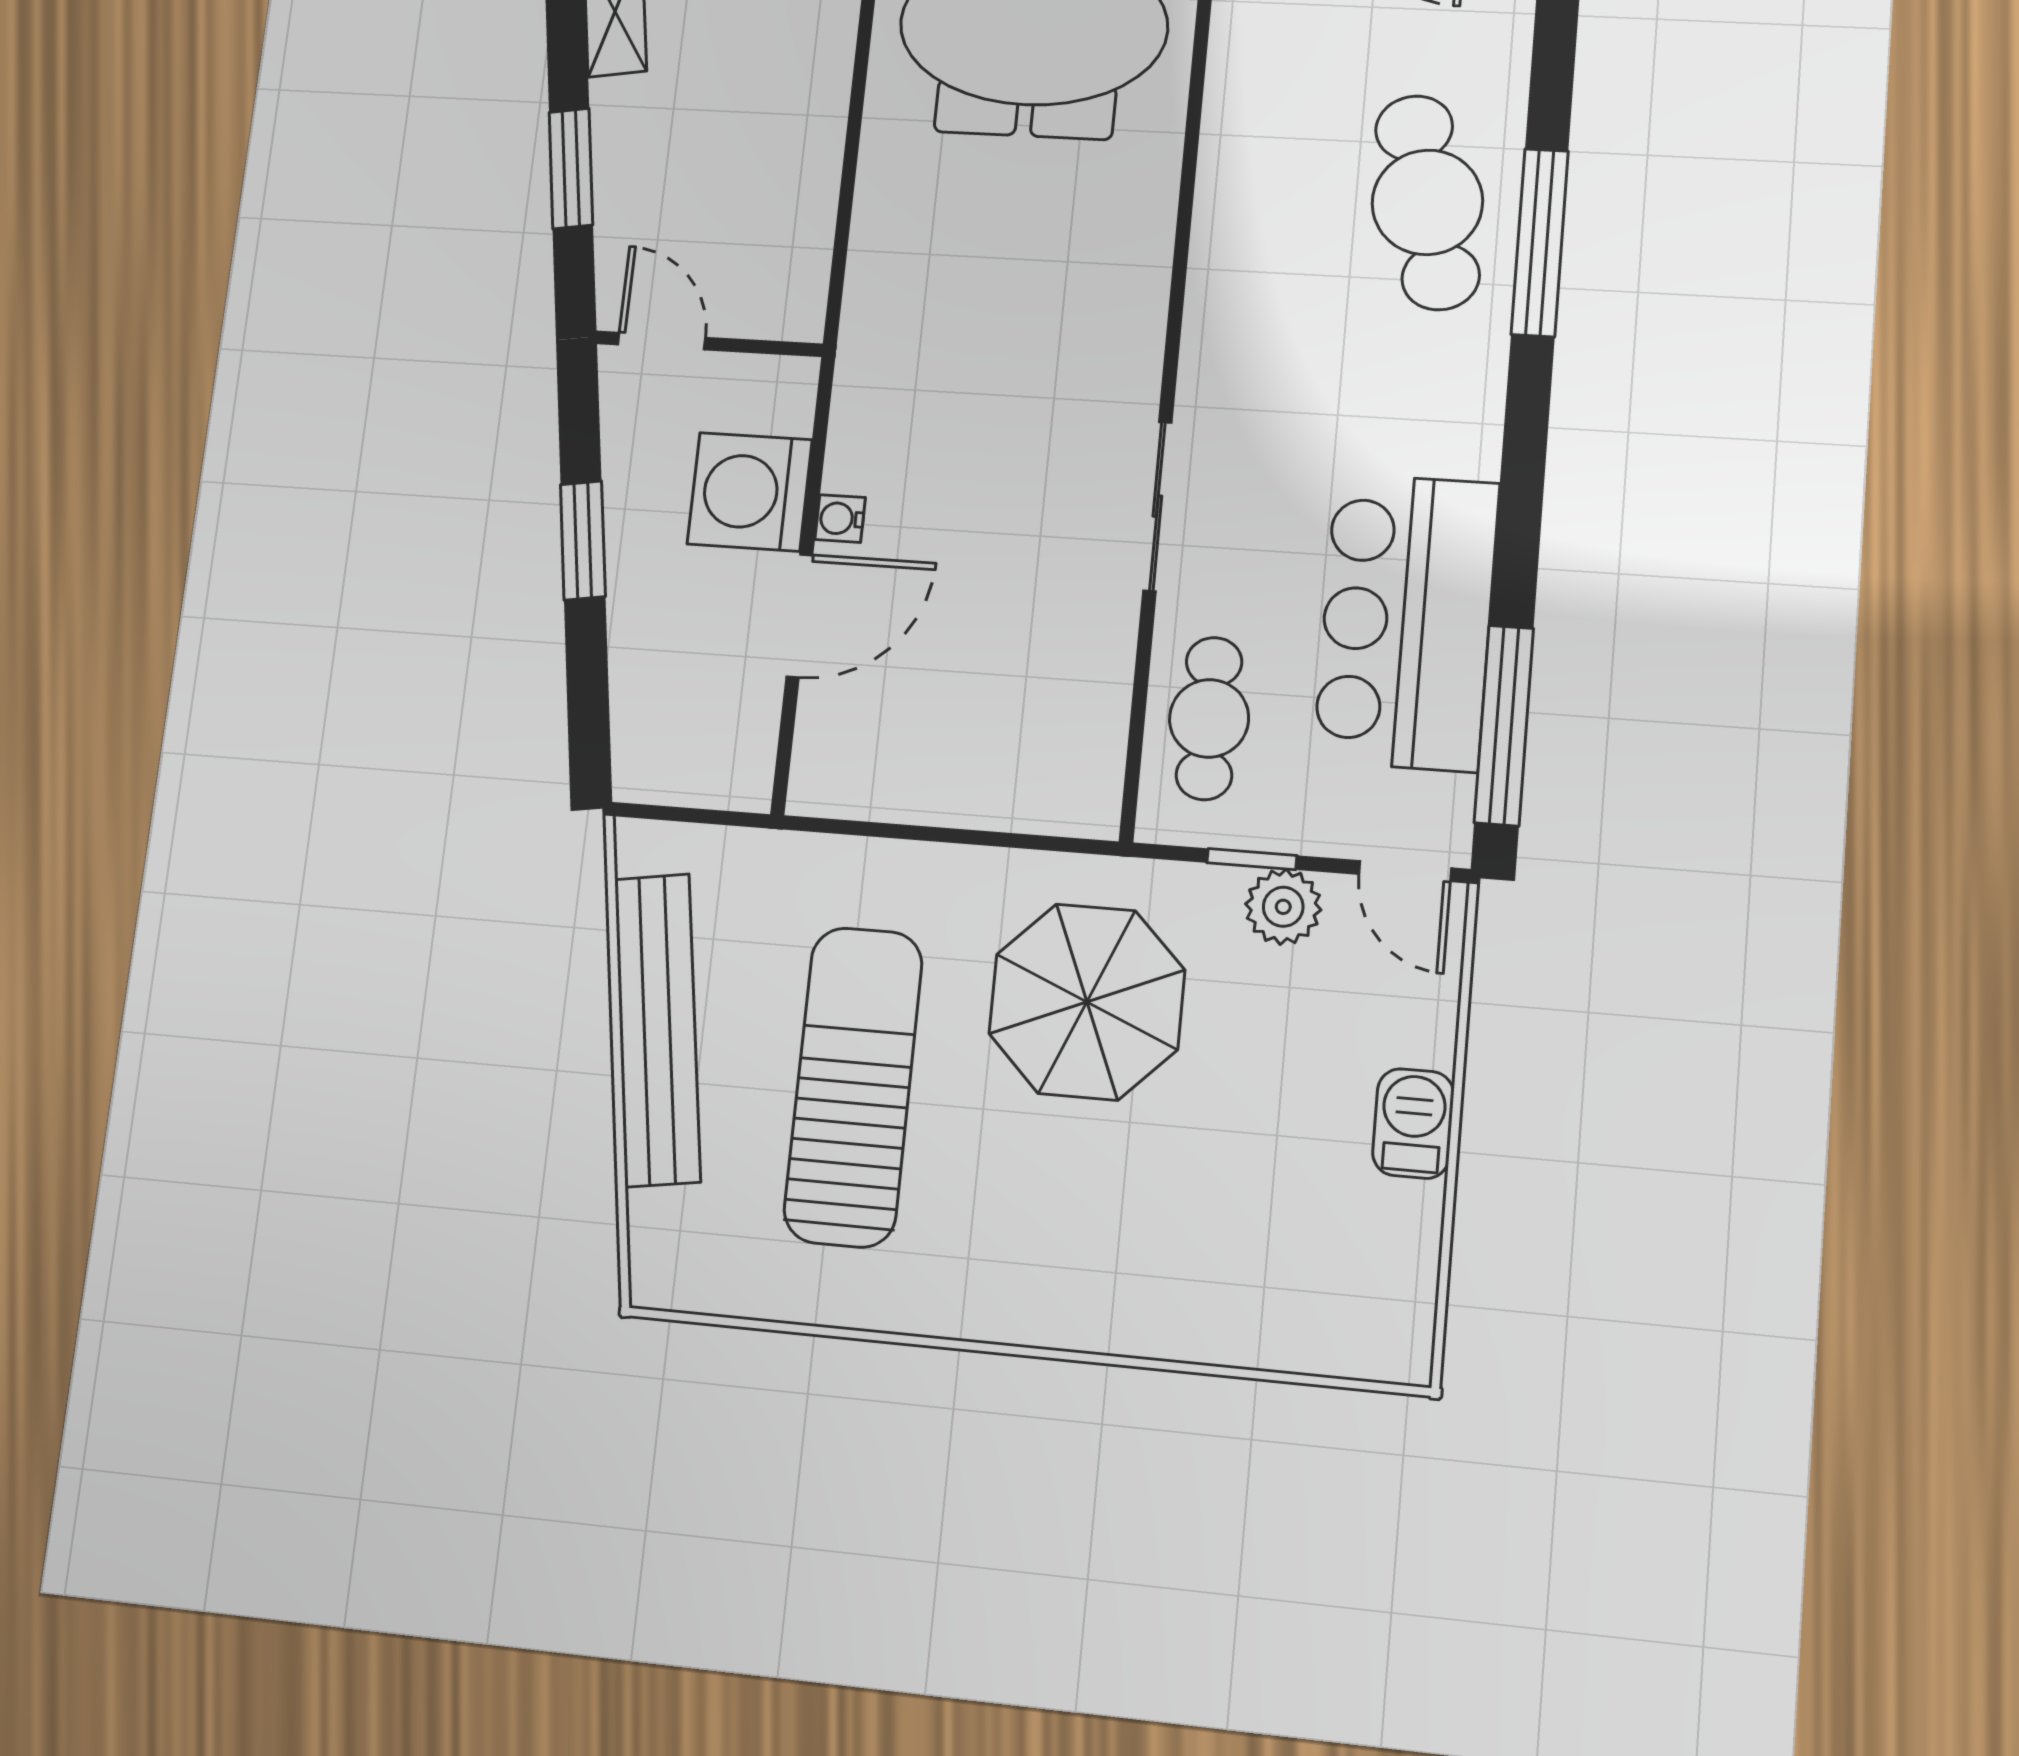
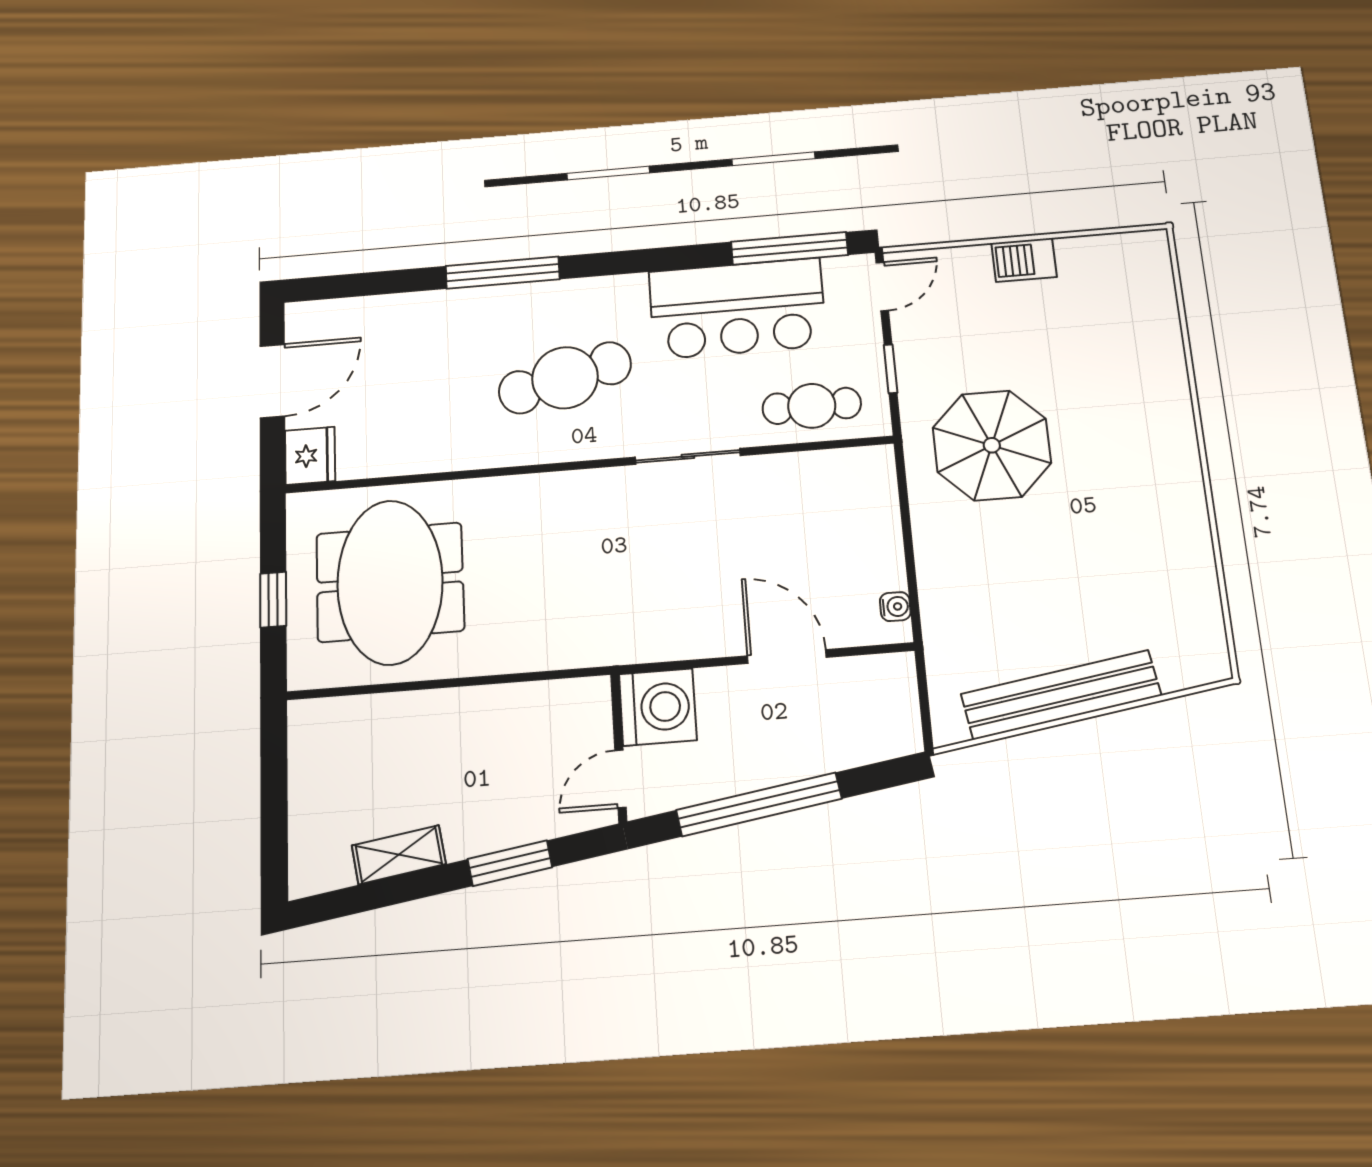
cafe table: (1427, 202) -> (565, 378), moved
washing machine: (750, 492) -> (658, 707), moved, turned -90
water cooler: (840, 519) -> (895, 607), moved, turned -90
window: (583, 540) -> (759, 804), width x2.11
plant: (1283, 907) -> (915, 347), removed
sun lounger: (853, 1086) -> (1070, 570), removed

